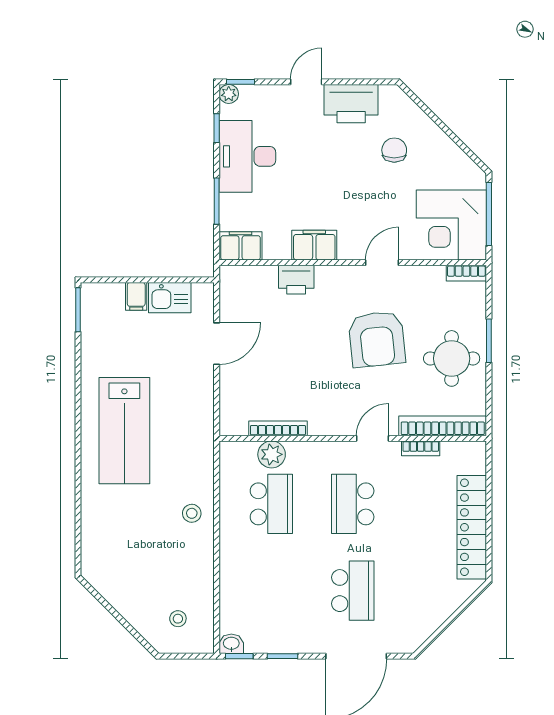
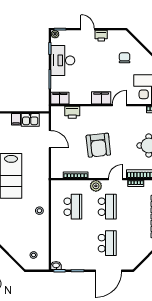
door: (306, 82) -> (88, 29), hinge flipped
printer: (351, 104) -> (101, 36), width x0.53, depth x0.68
filing cabinet: (314, 245) -> (101, 98), moved
printer: (296, 280) -> (72, 112), moved
armchair: (377, 339) -> (98, 145), moved
door: (217, 344) -> (50, 139), hinge flipped
plant: (272, 454) -> (96, 186), moved
school desk: (353, 504) -> (107, 207), turned 180

